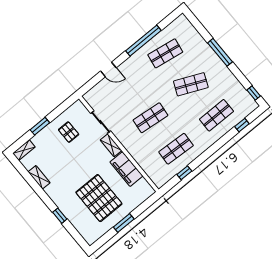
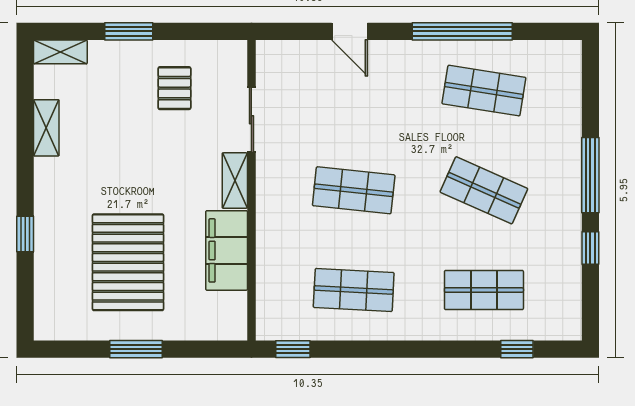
window: (254, 93) -> (590, 248), moved
window: (184, 173) -> (293, 349), moved

